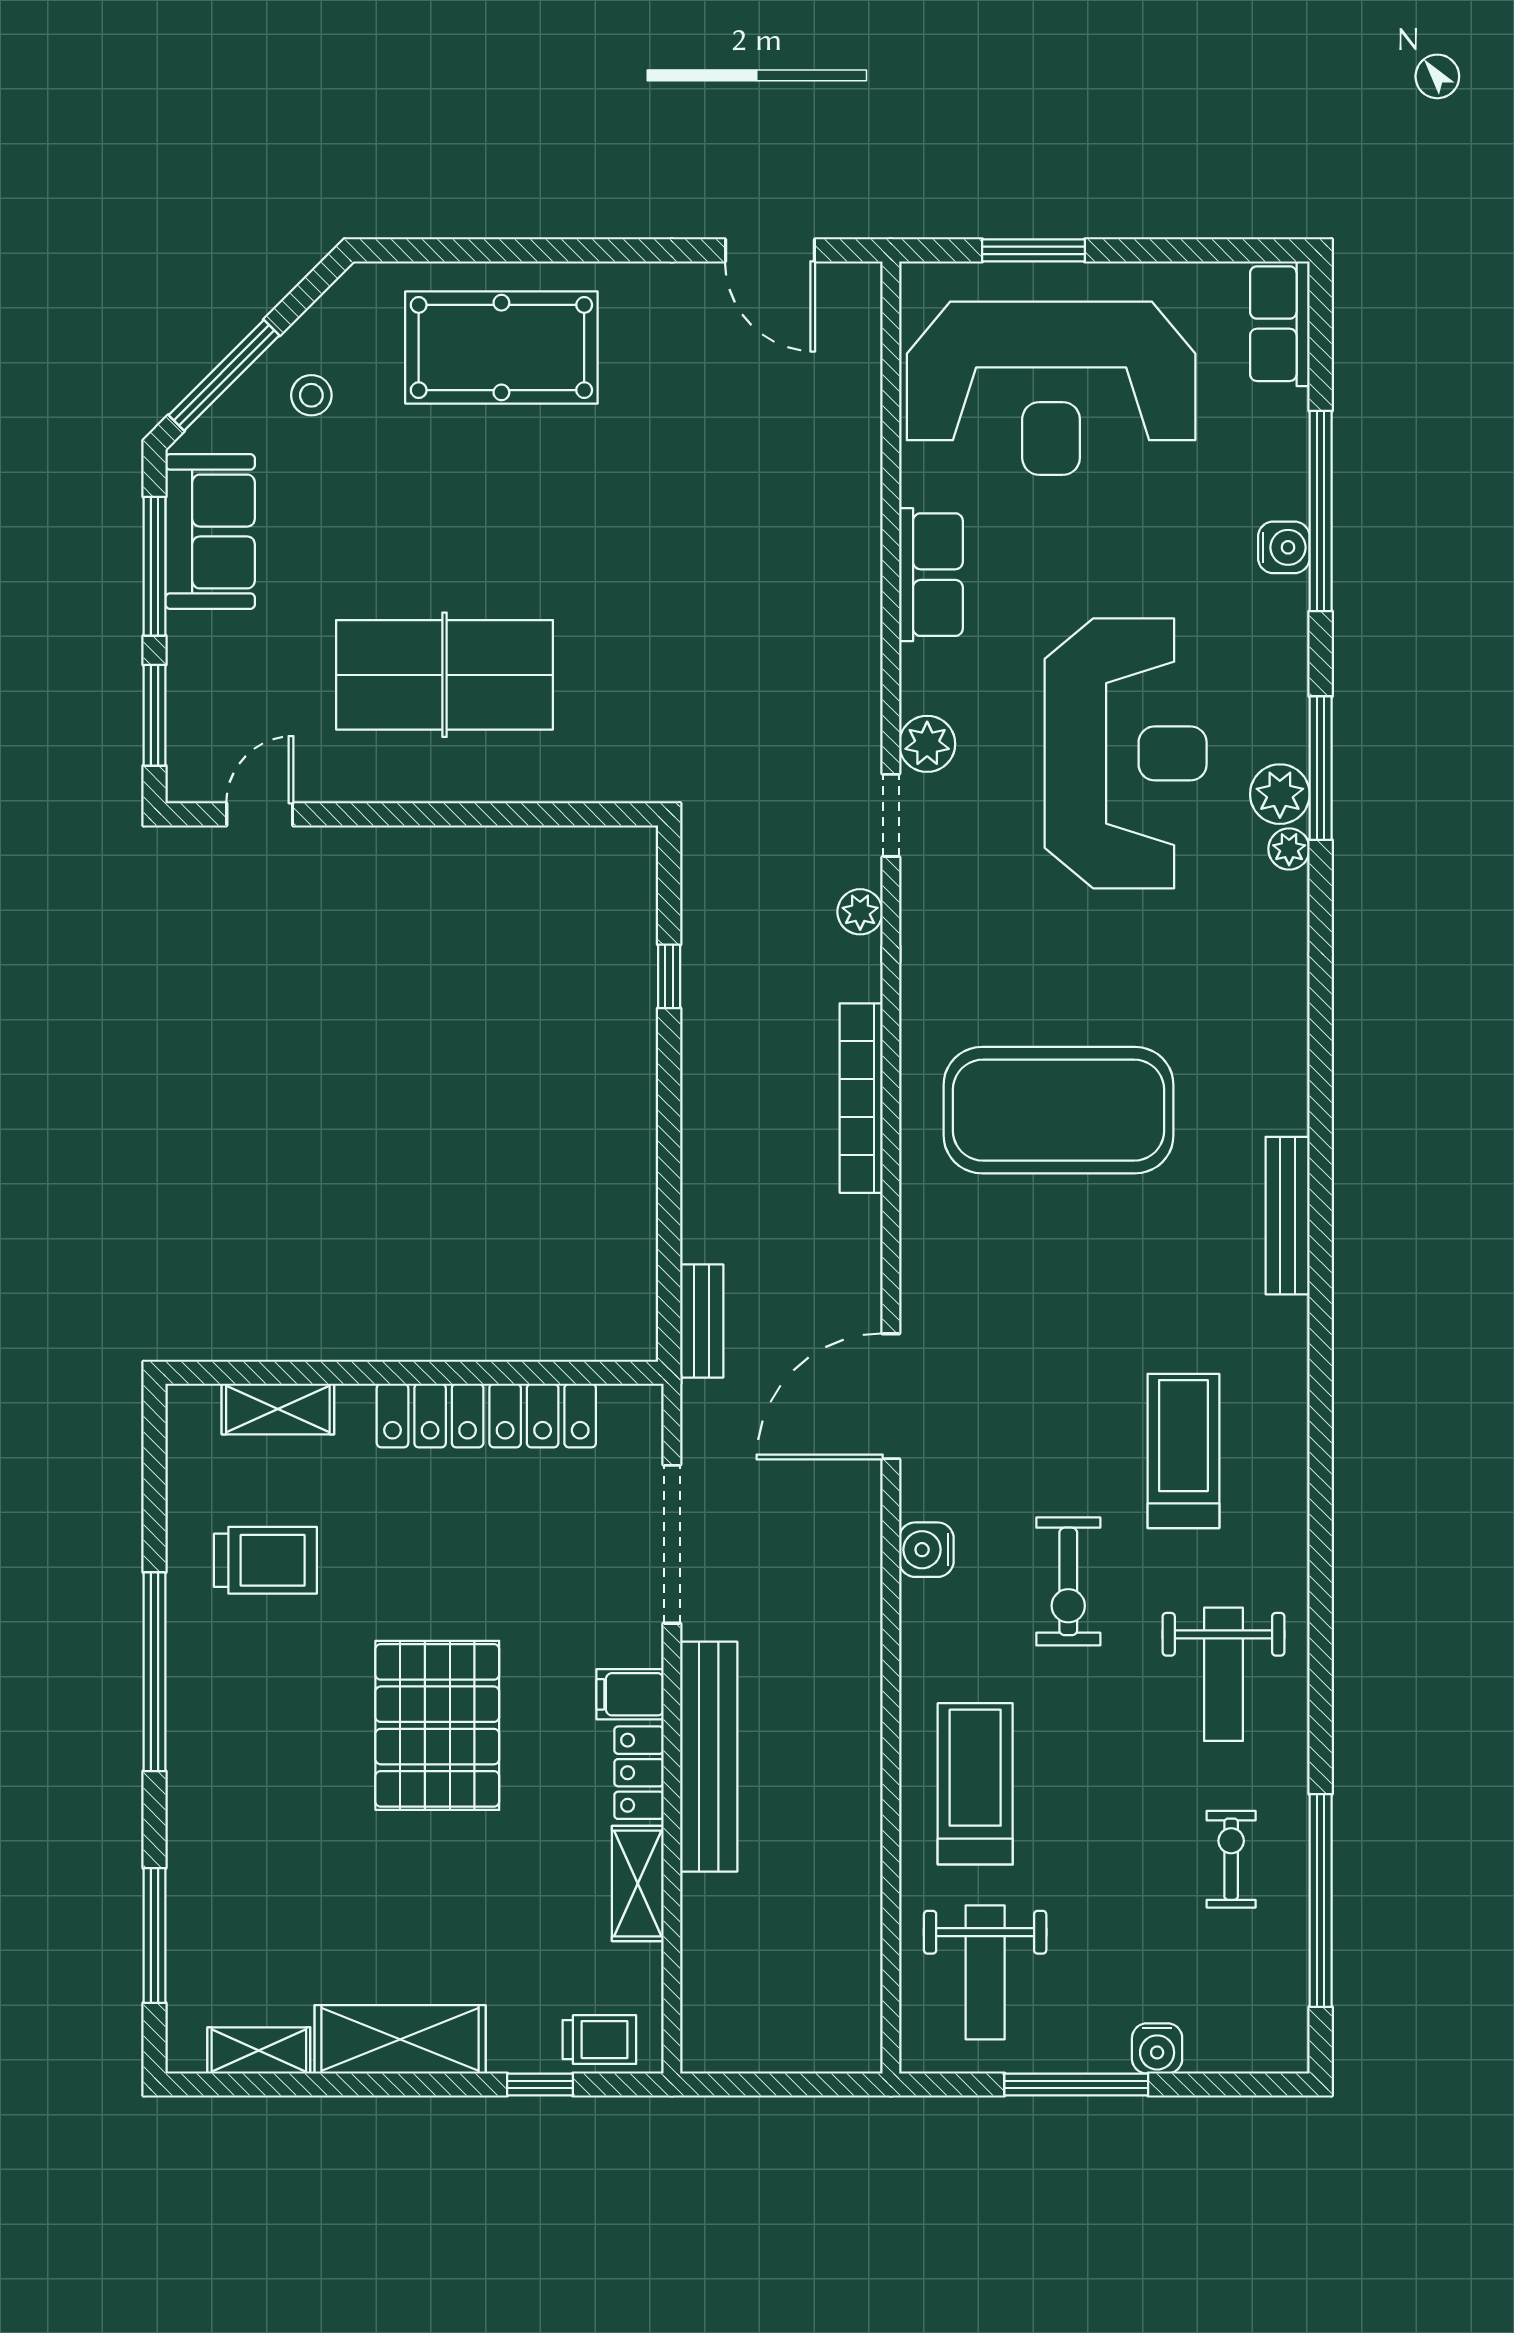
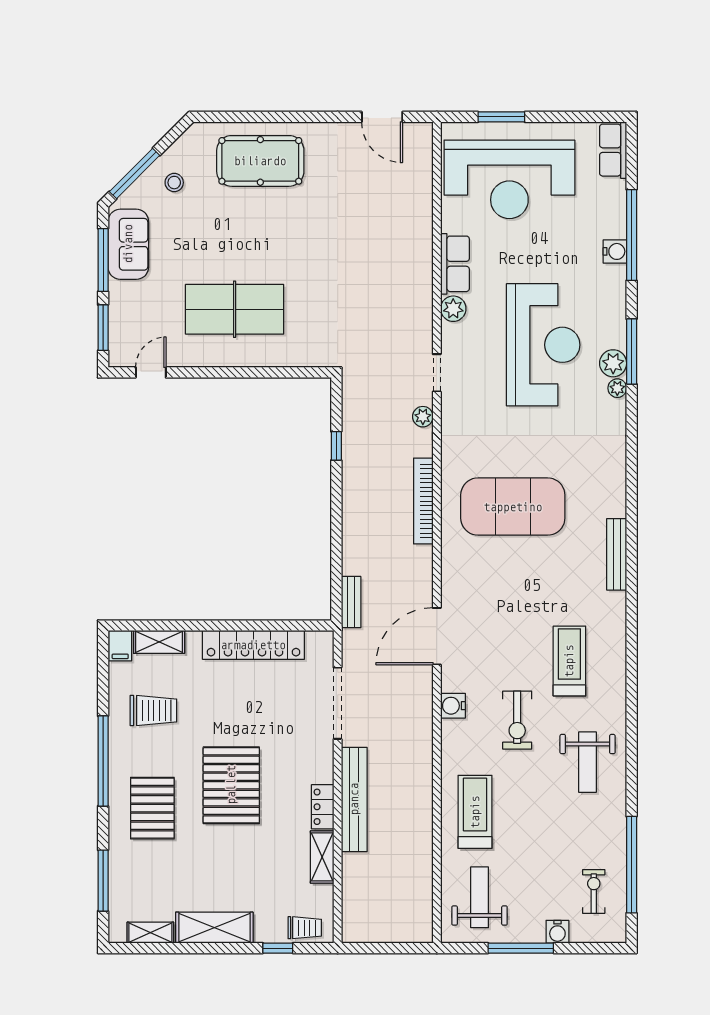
plant: (927, 744) -> (453, 309), moved
filing cabinet: (630, 1694) -> (120, 646), moved, turned -90
pallet: (263, 1776) -> (152, 808), added
exercise bike: (1231, 1859) -> (594, 891), moved
weight bench: (985, 1972) -> (480, 897), turned 180

